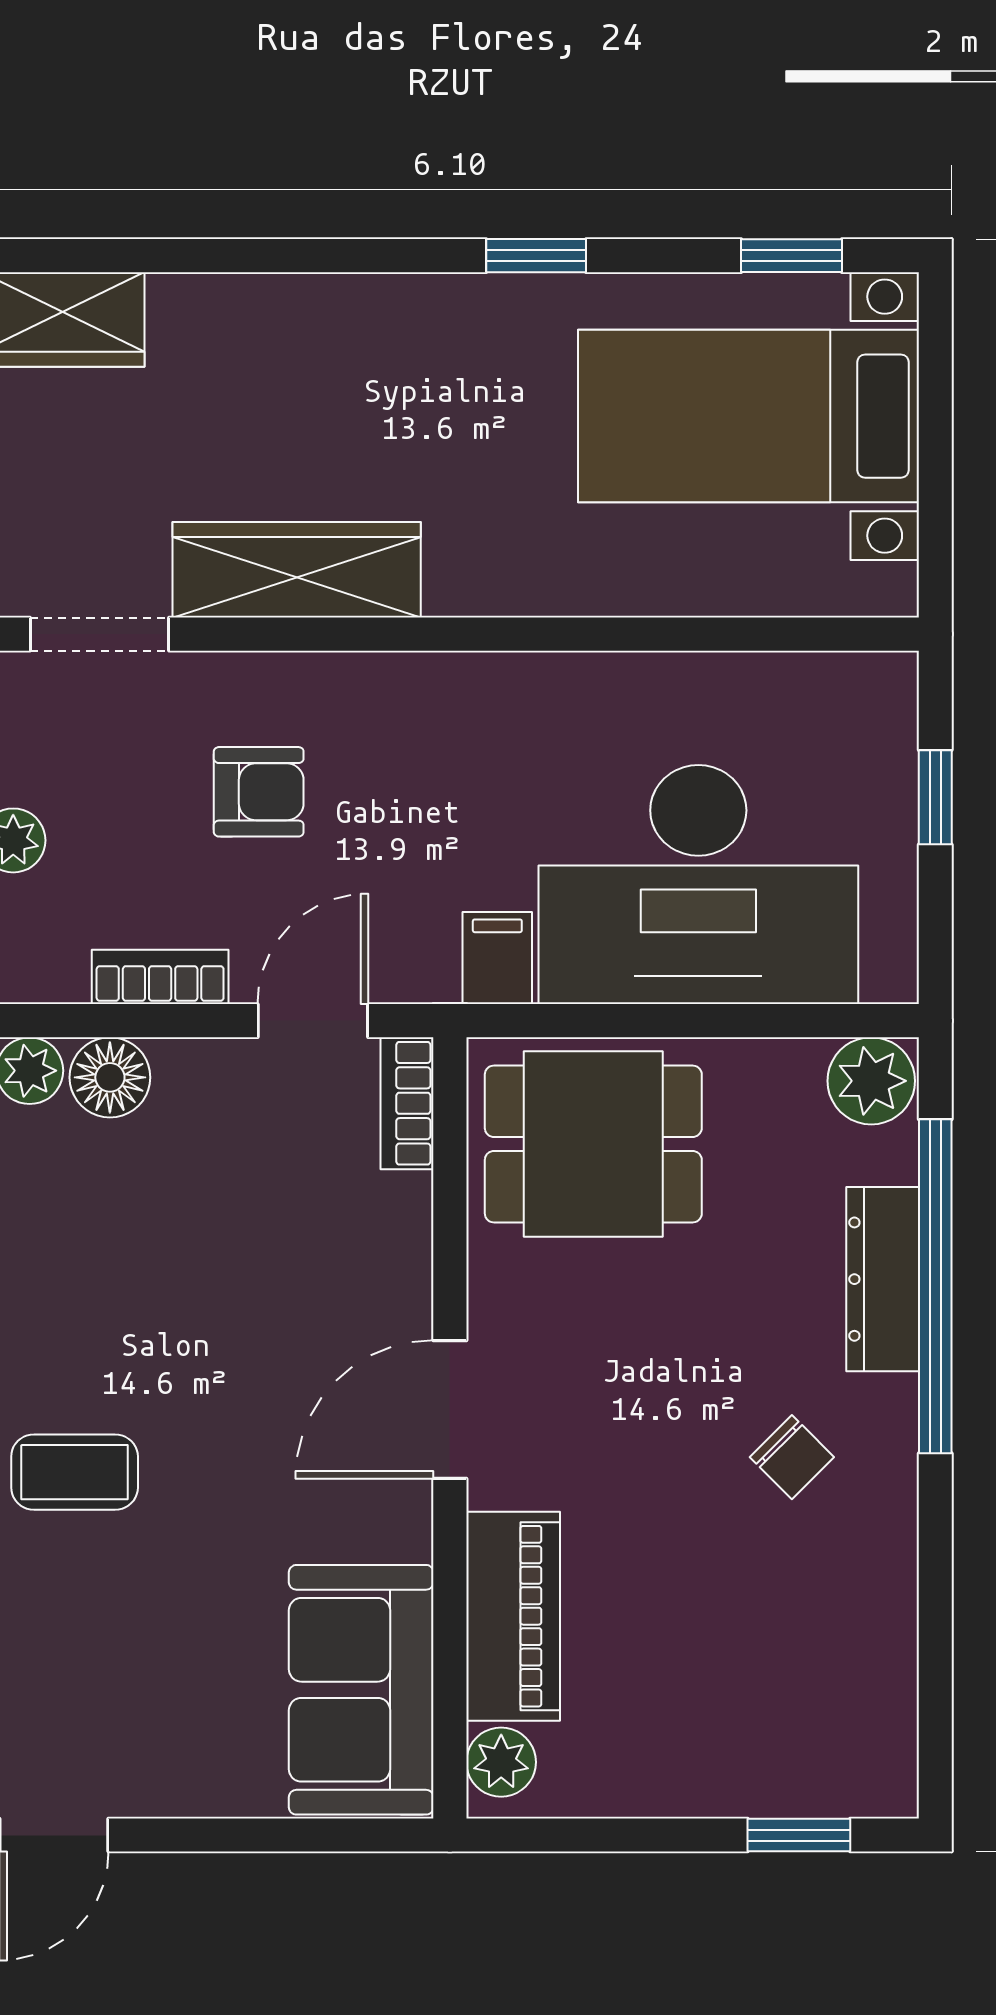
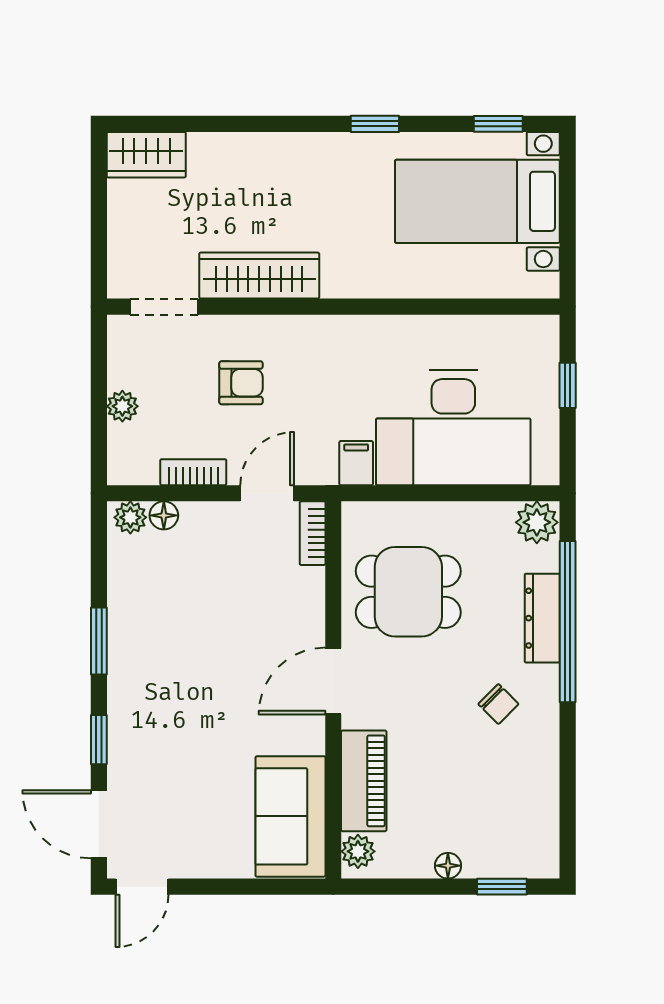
floor lamp: (110, 1077) -> (164, 515), width x0.73, depth x0.73
dining table: (593, 1144) -> (408, 592), moved
coffee table: (75, 1472) -> (152, 711), removed
floor lamp: (687, 1792) -> (448, 866), added

